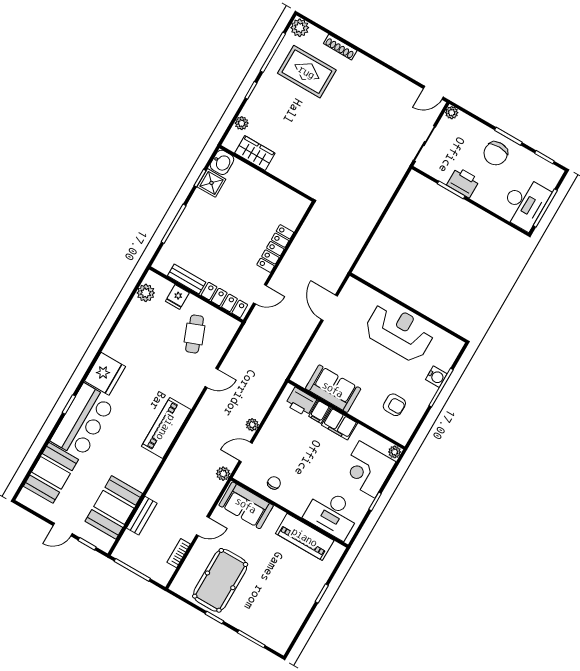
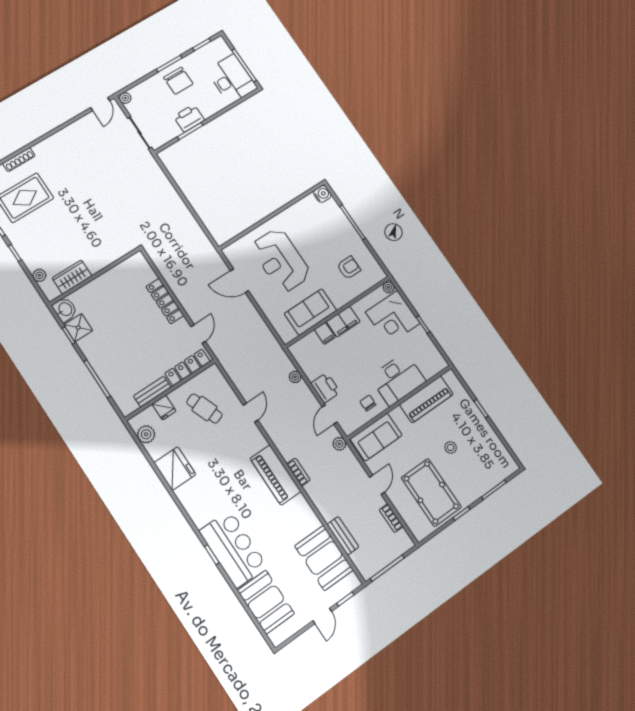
reception desk: (399, 332) -> (281, 260), moved, turned -90
fridge: (105, 374) -> (175, 469), moved
water cooler: (436, 377) -> (322, 194), moved
printer: (301, 402) -> (325, 388), moved, turned -90
plant: (252, 425) -> (295, 377), moved
bookcase: (179, 448) -> (298, 472), added
desk: (332, 514) -> (398, 379), moved
stool: (271, 580) -> (451, 447), added

